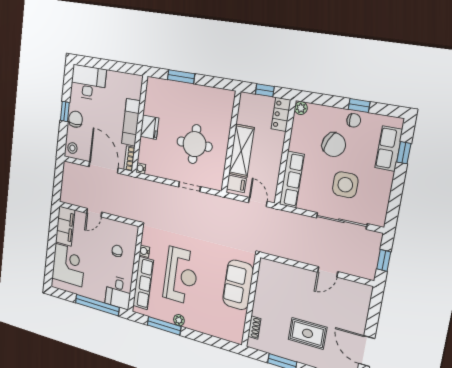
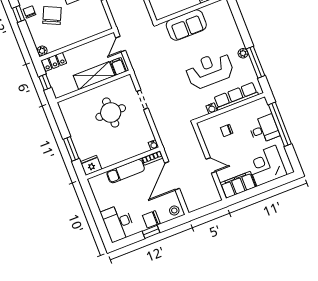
fridge: (149, 127) -> (91, 165), moved
row of seats: (292, 180) -> (91, 30), removed
desk: (118, 292) -> (264, 129), moved

